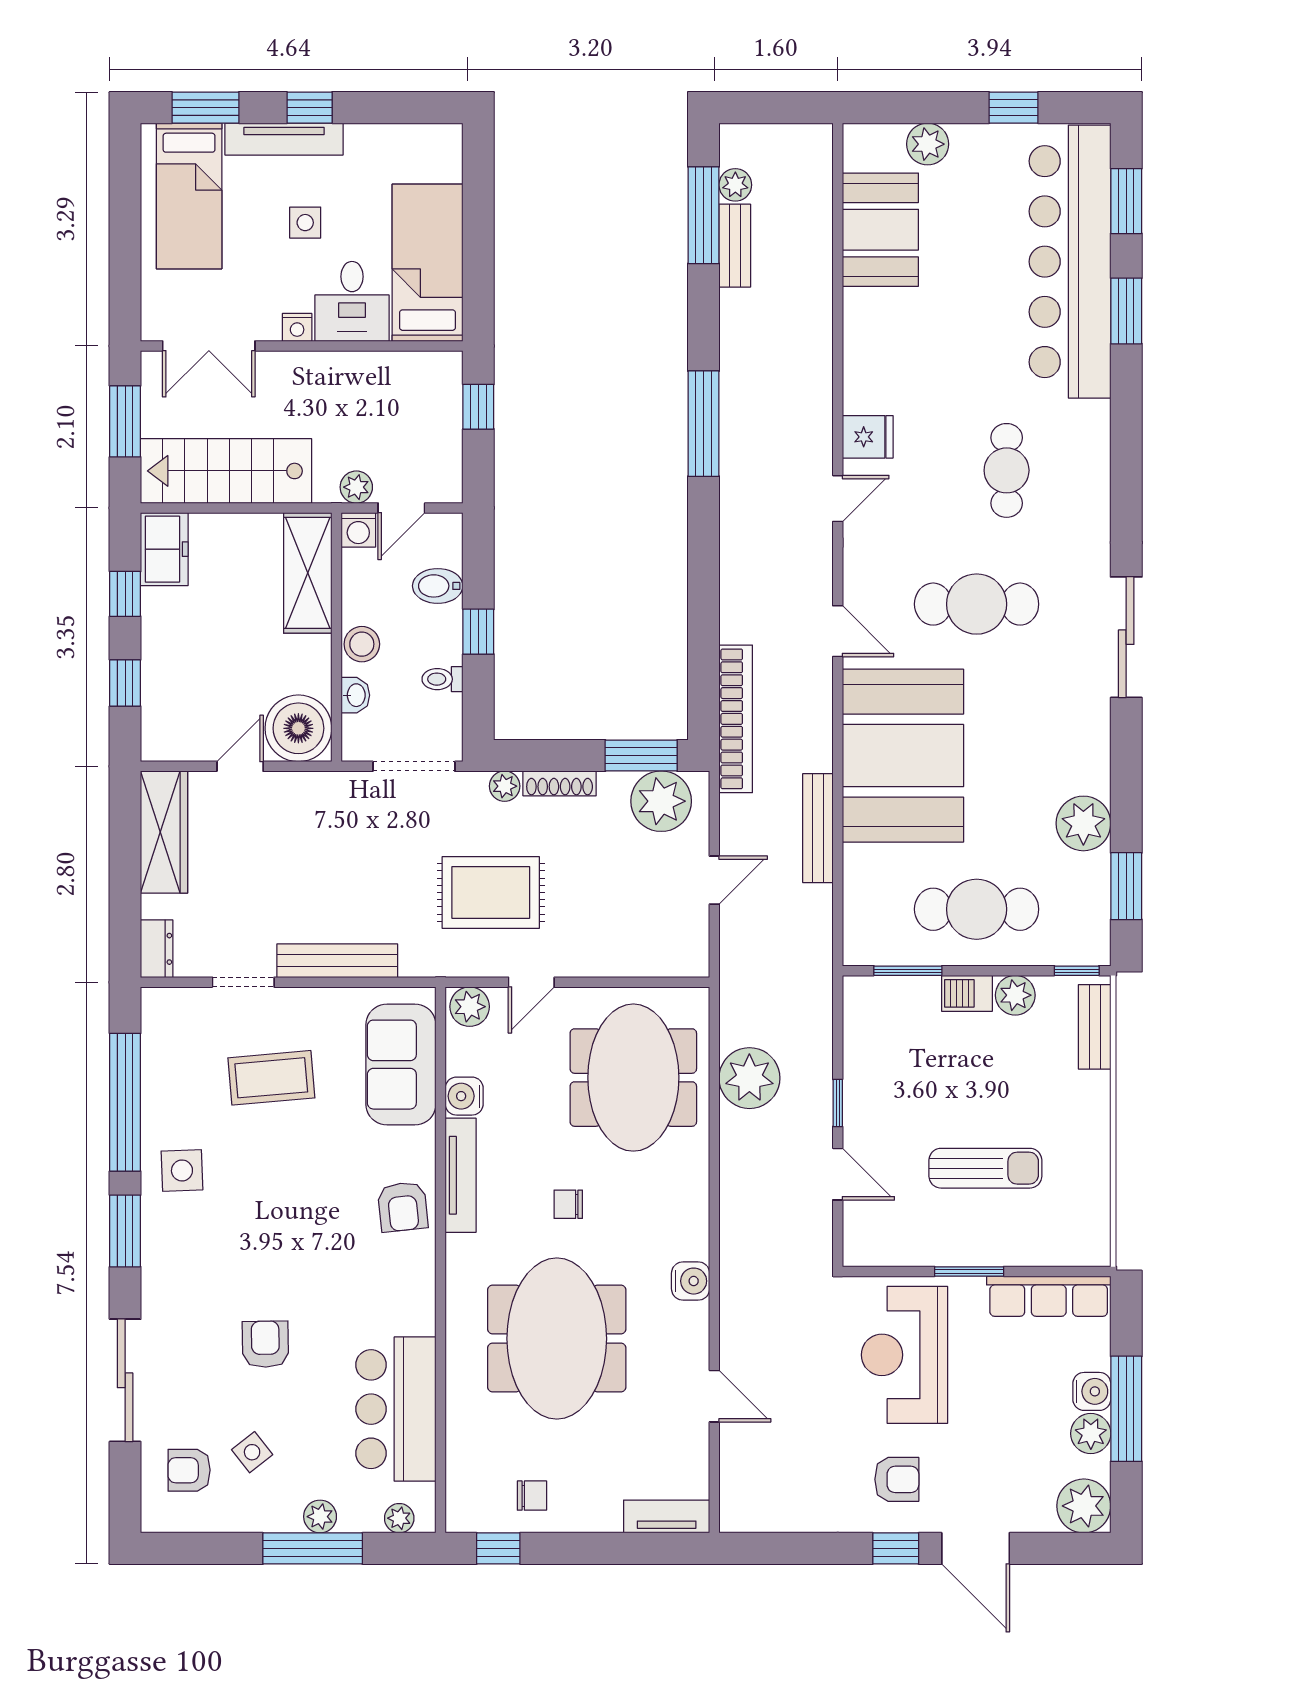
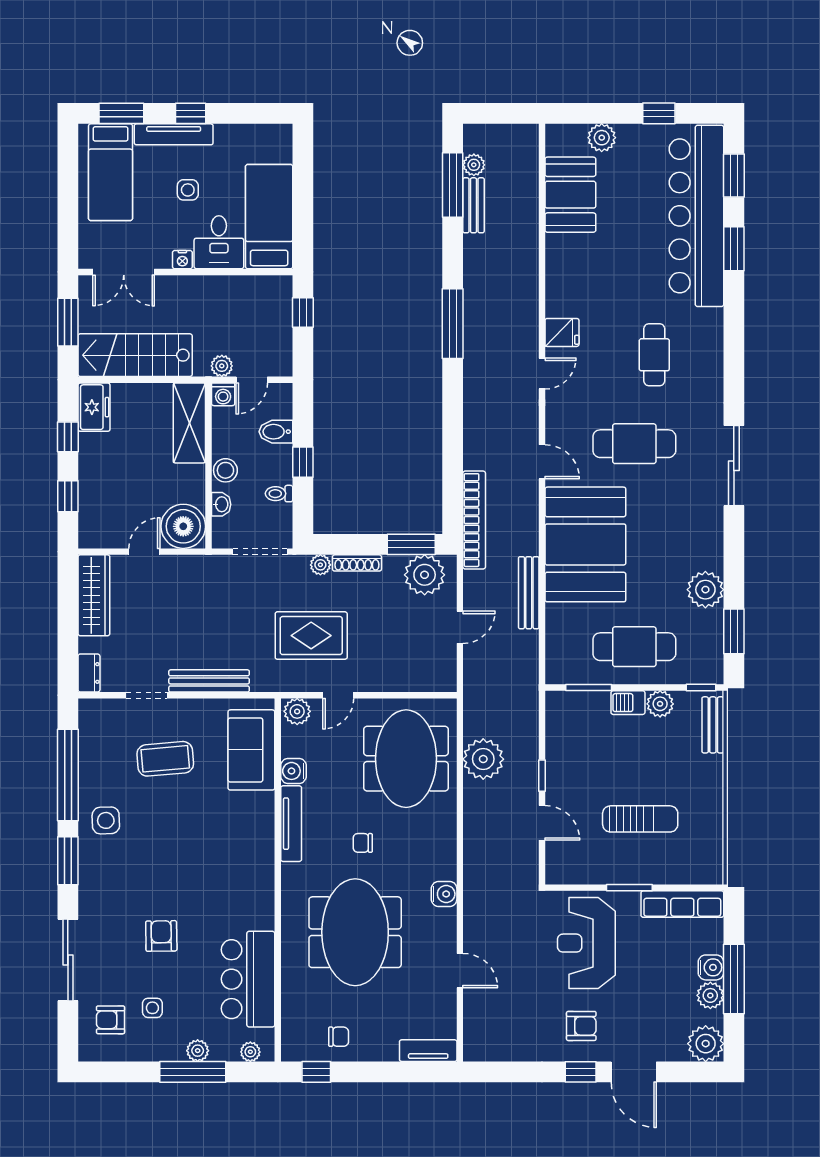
armchair: (403, 1207) -> (253, 845), removed
side table: (252, 1452) -> (152, 1008), turned 38

